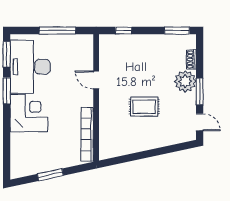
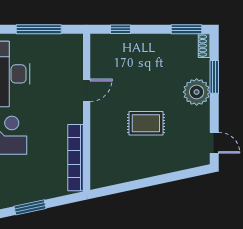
shoe rack: (191, 60) -> (204, 46), moved
door: (96, 80) -> (87, 90), swing flipped
window: (200, 91) -> (214, 77), moved

